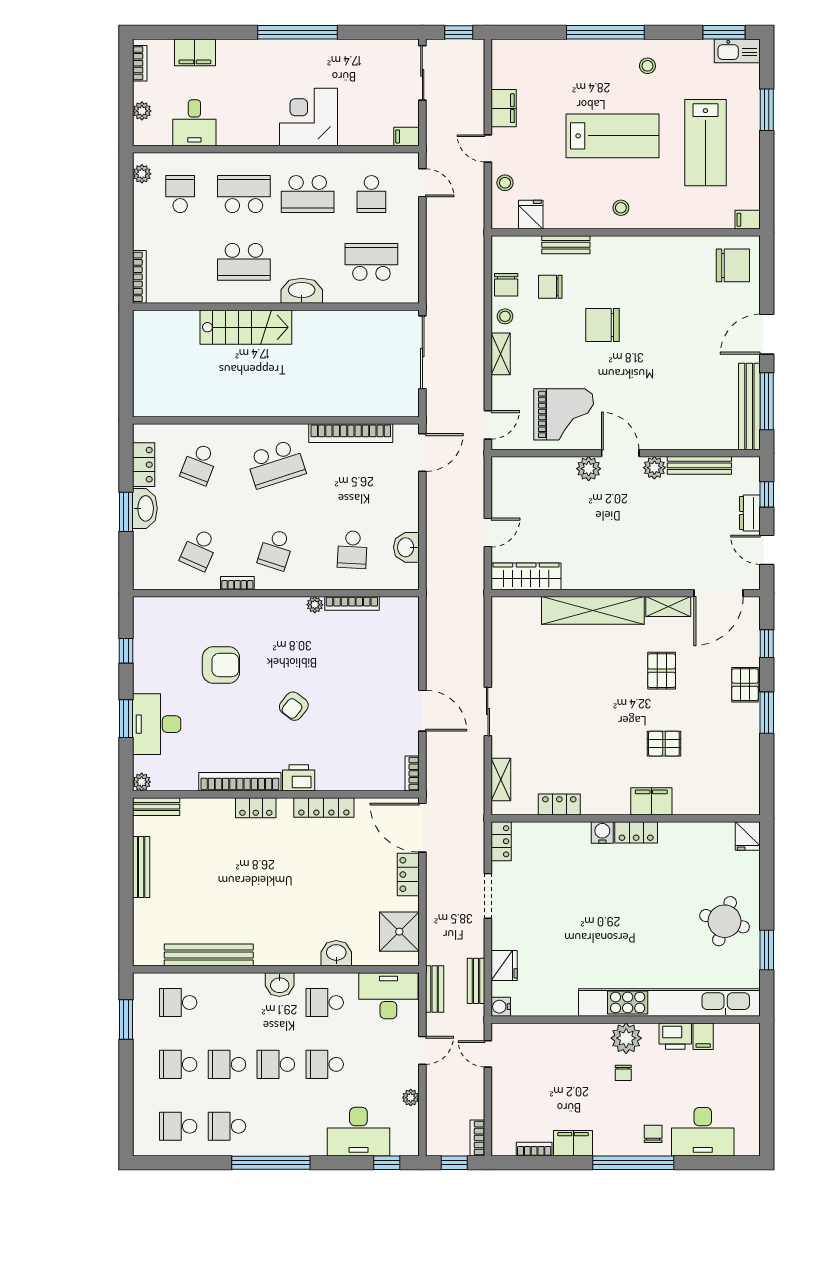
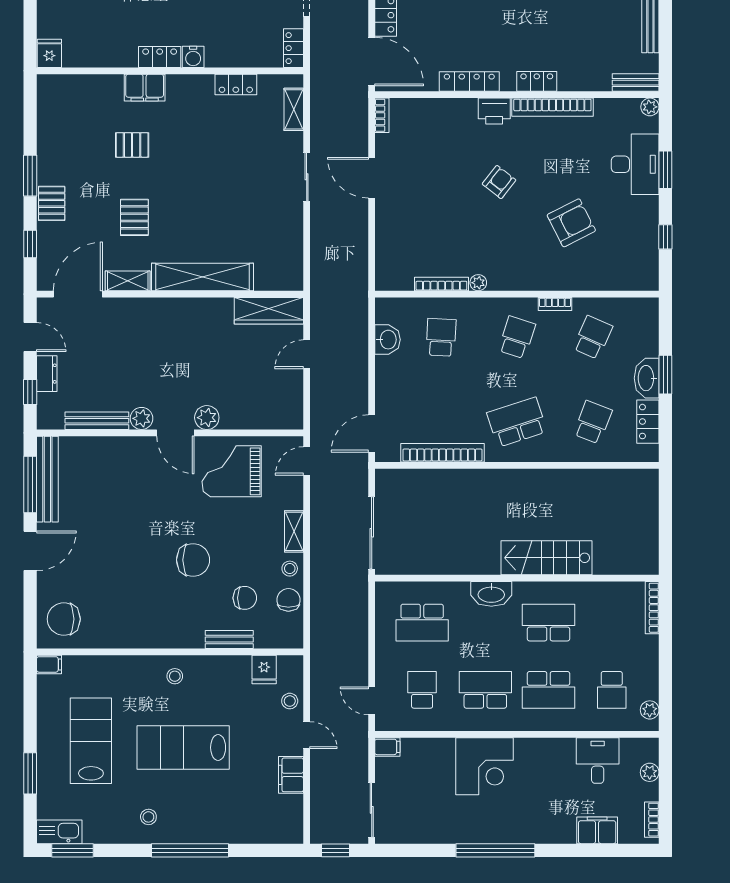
armchair: (221, 665) -> (571, 223), turned 153

